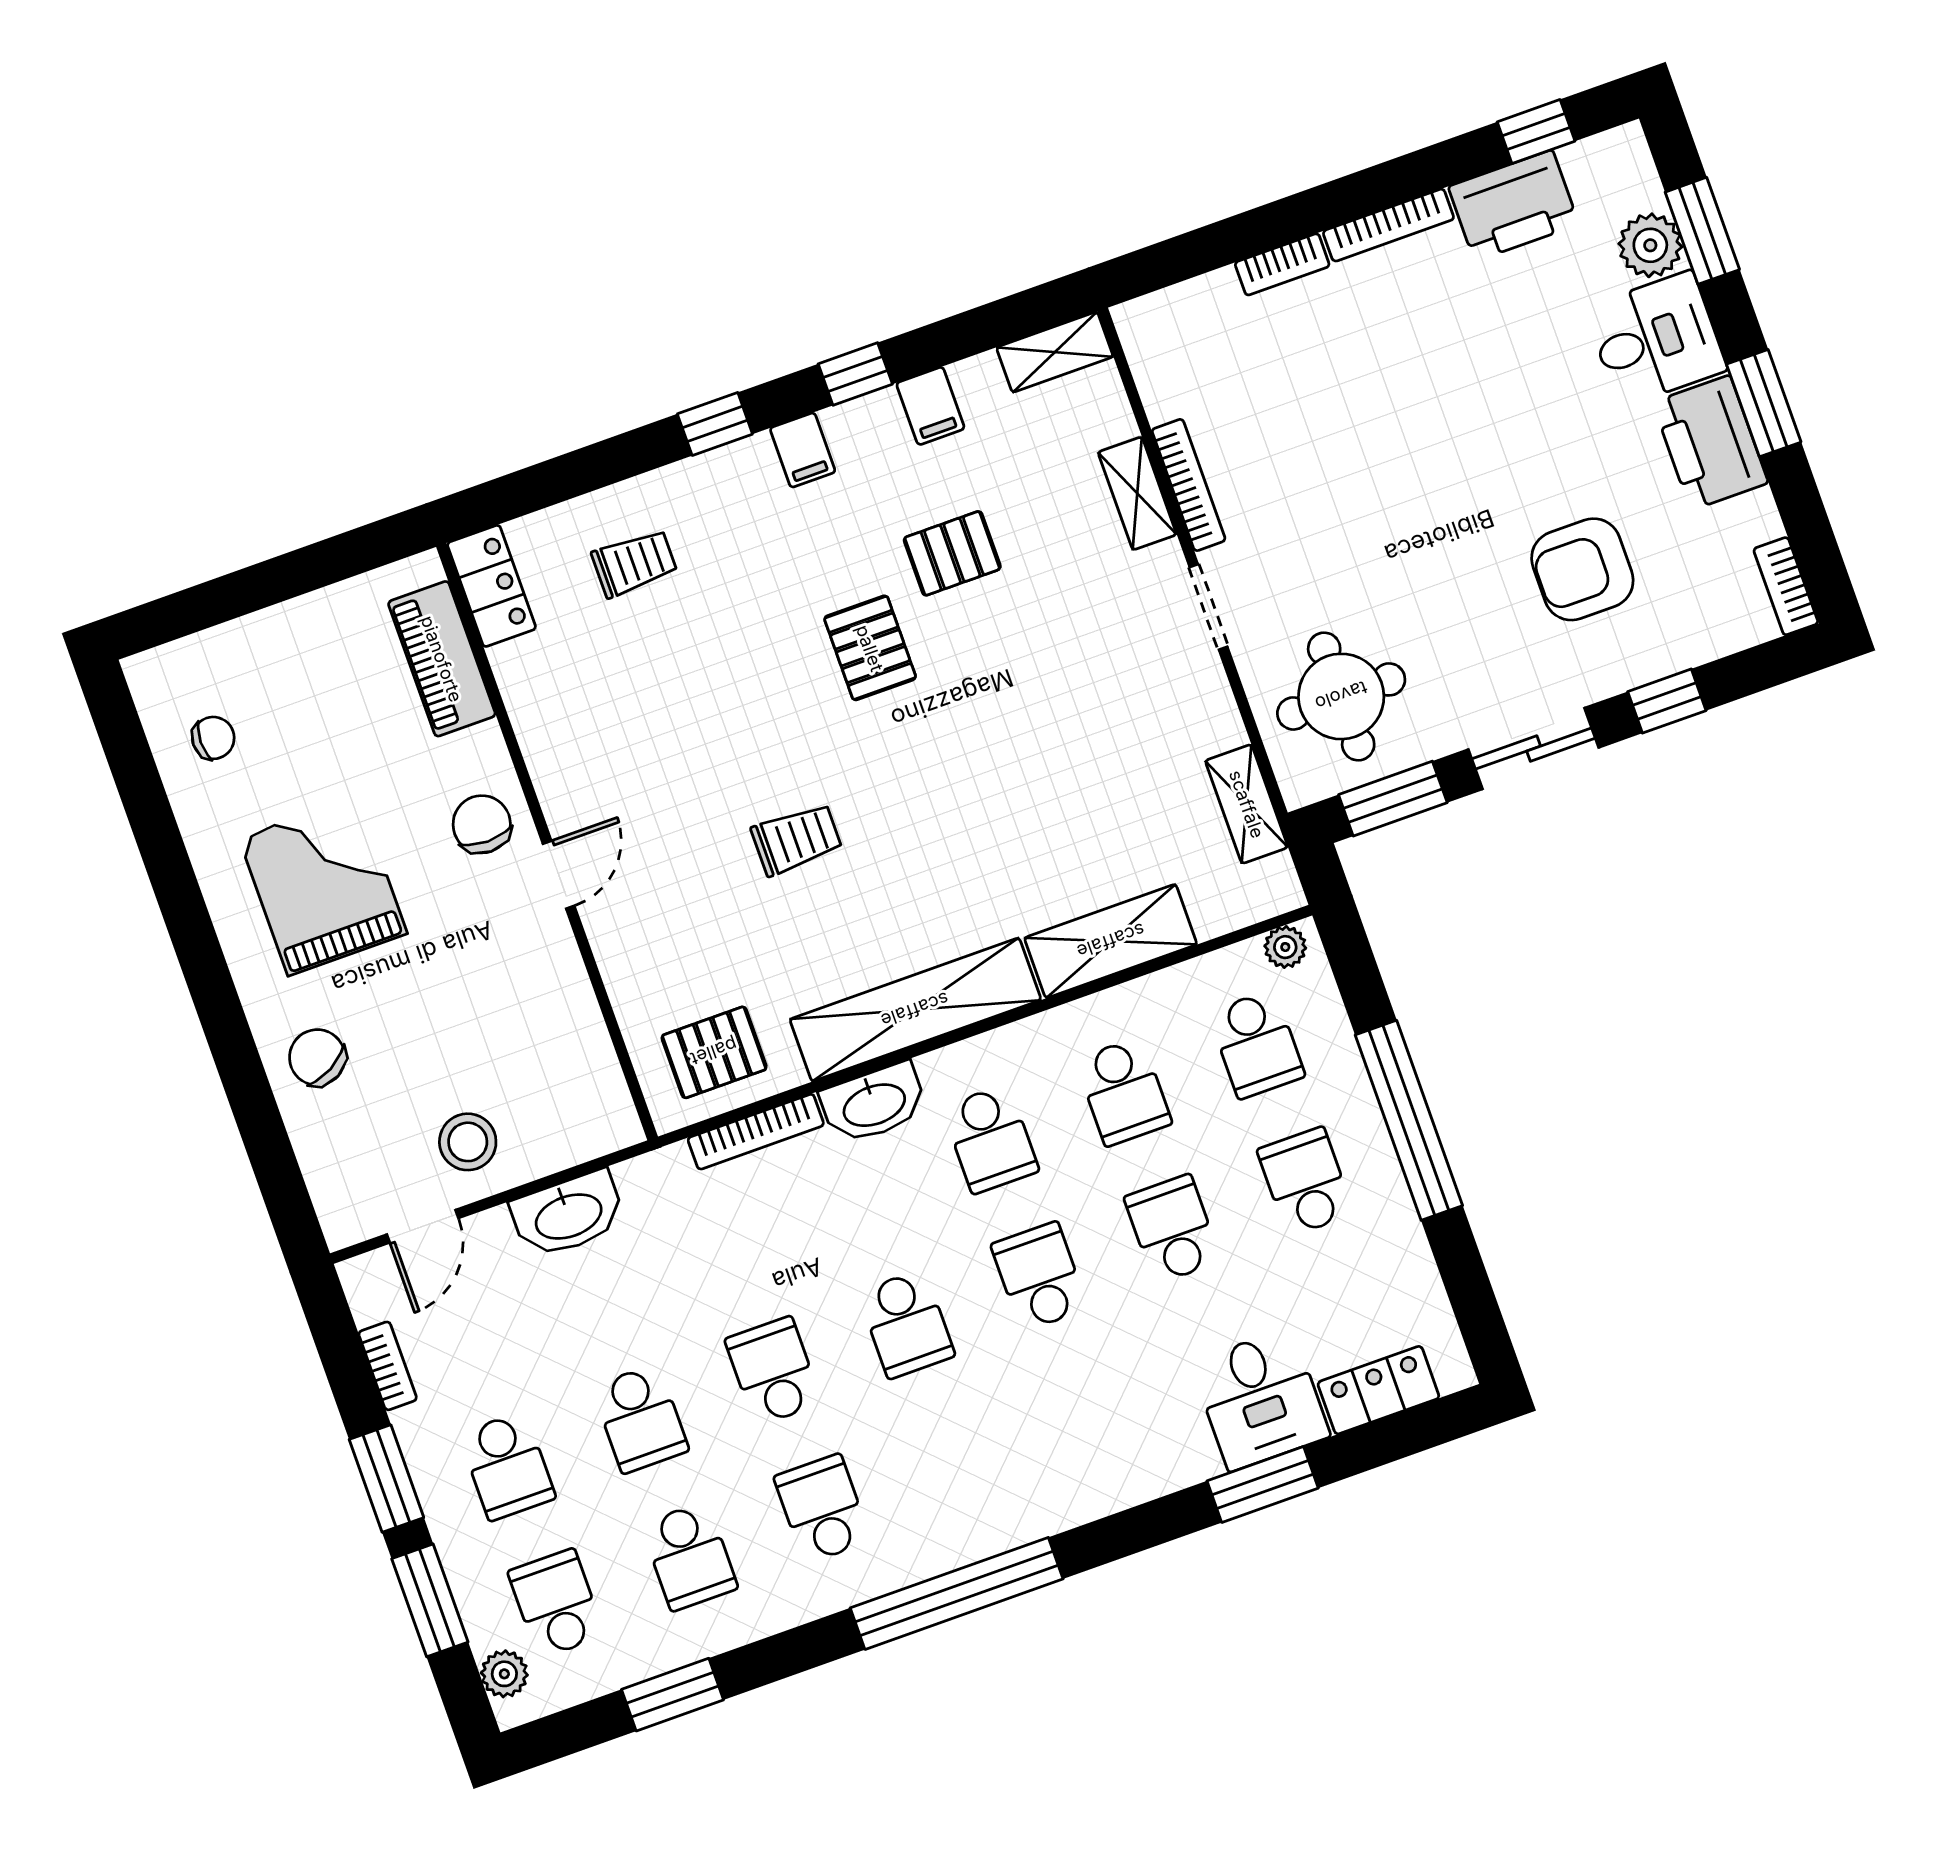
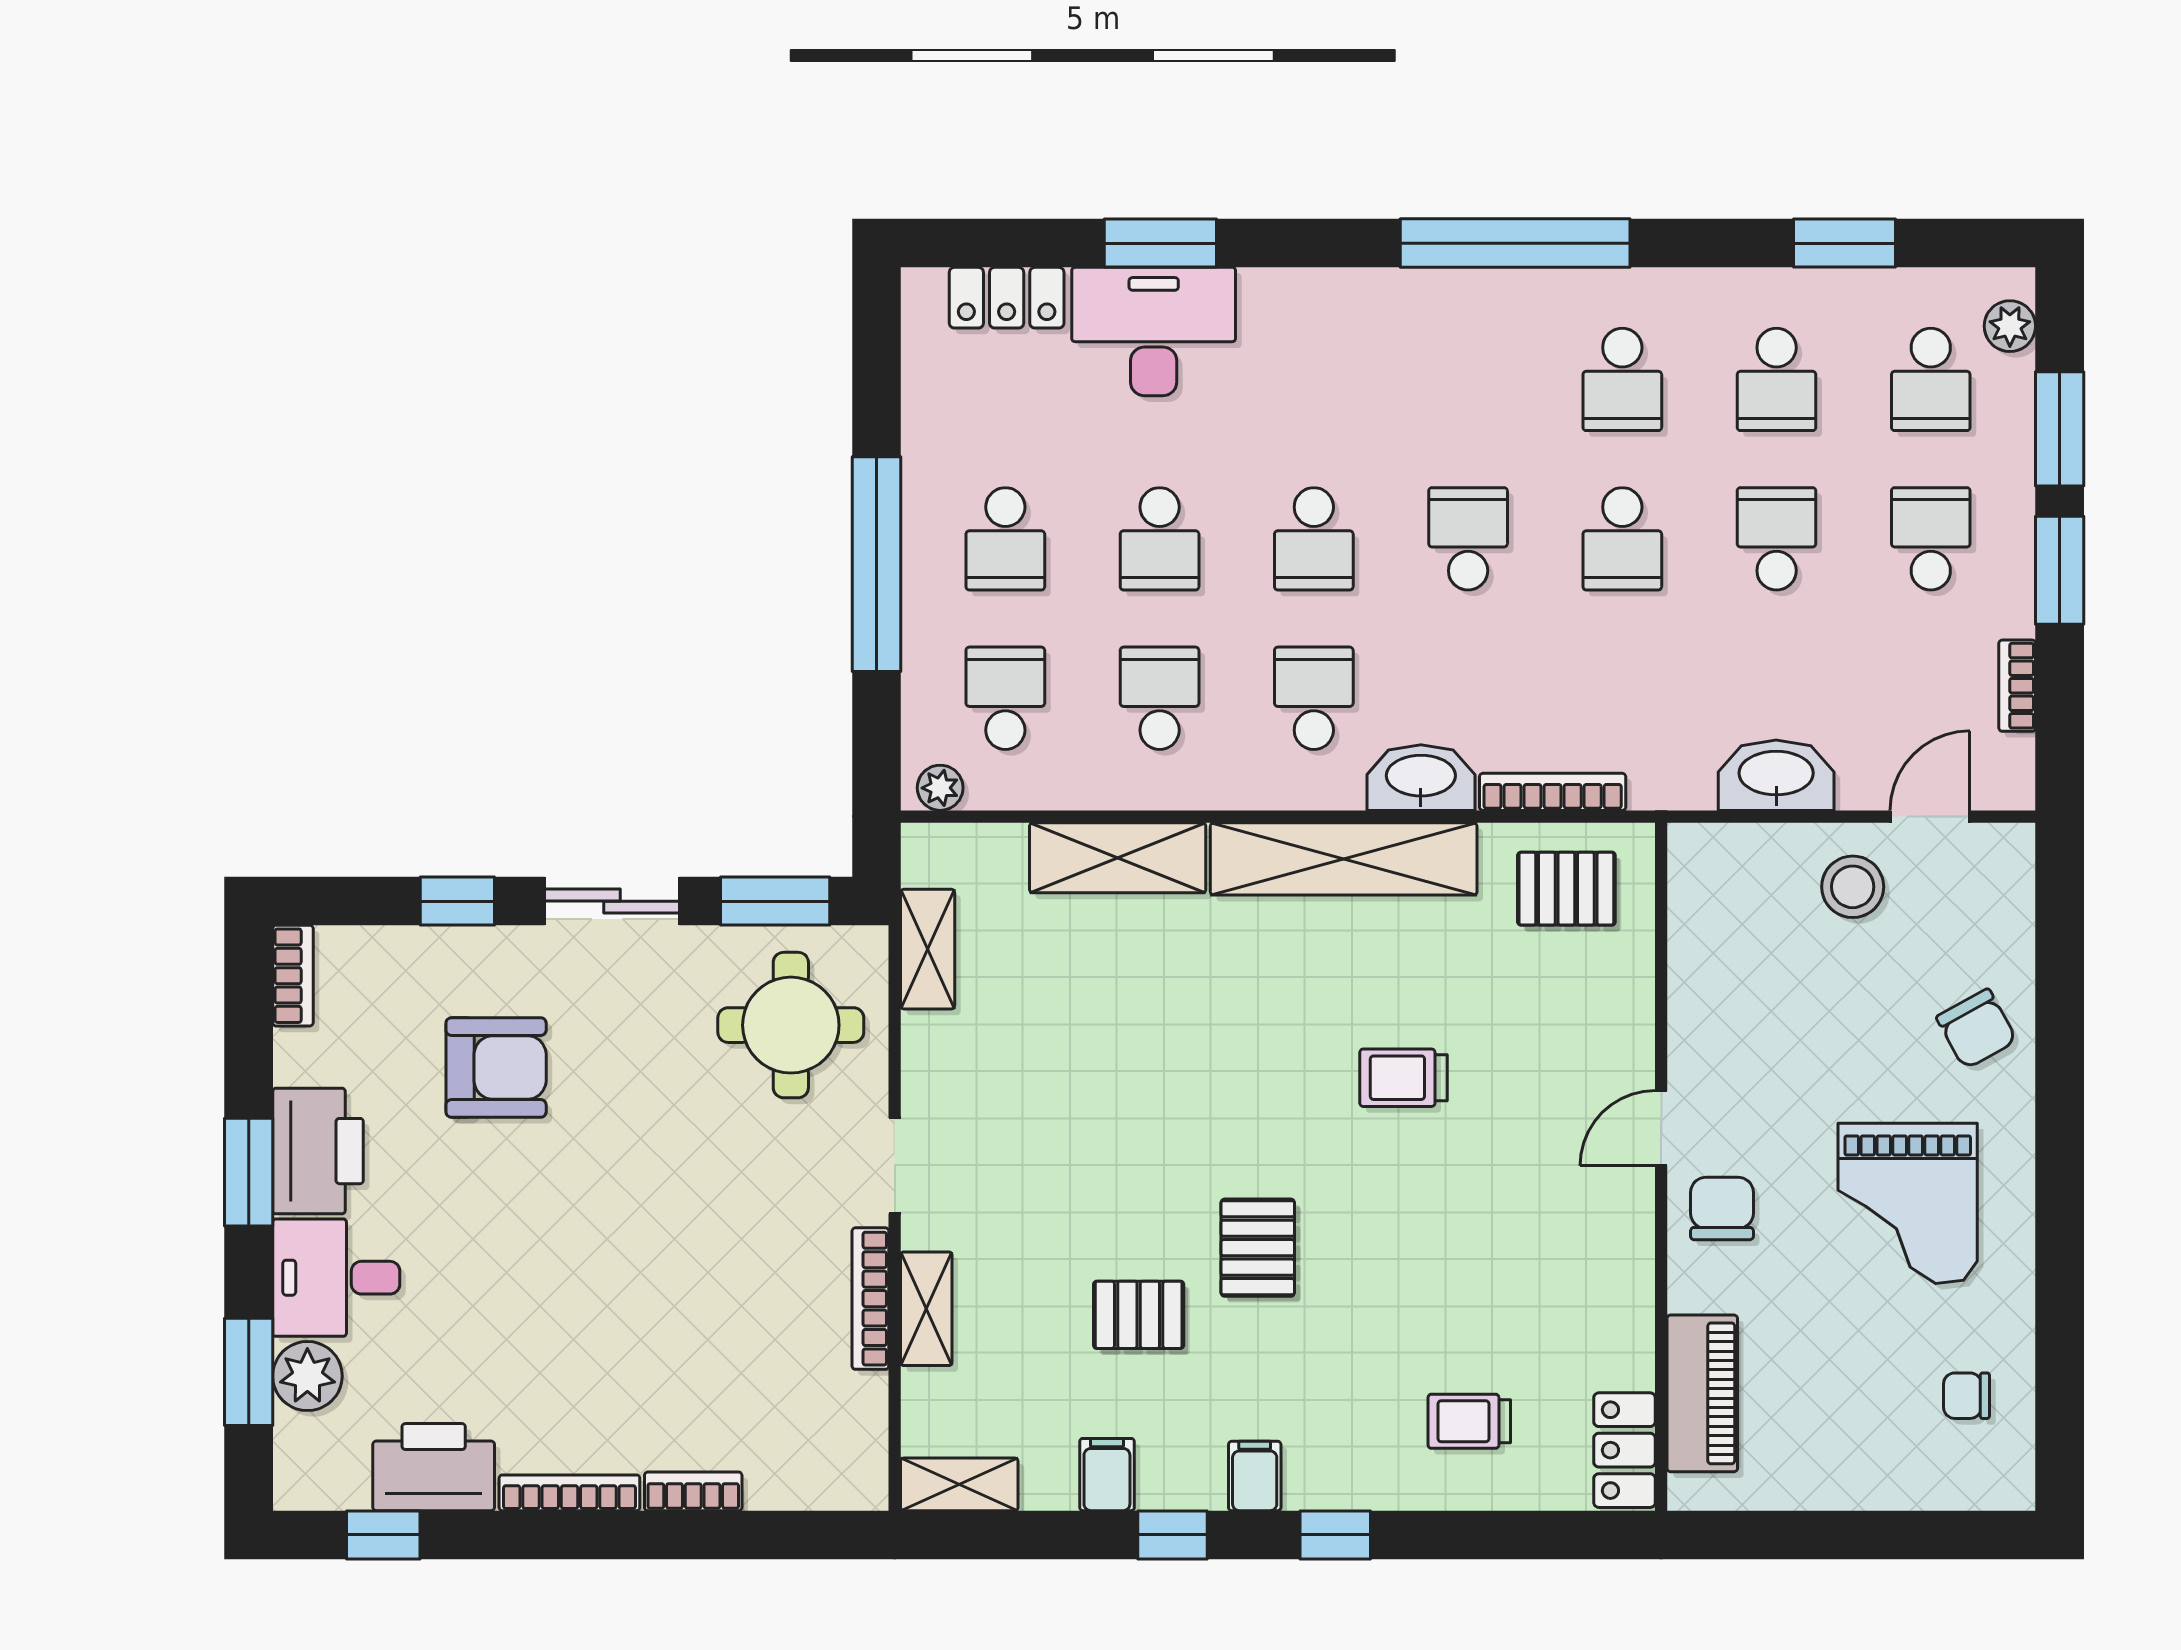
chair: (482, 824) -> (1722, 1208), turned 180
desk: (1260, 1399) -> (1154, 331), width x1.37
school desk: (689, 1556) -> (1777, 379), turned 180

